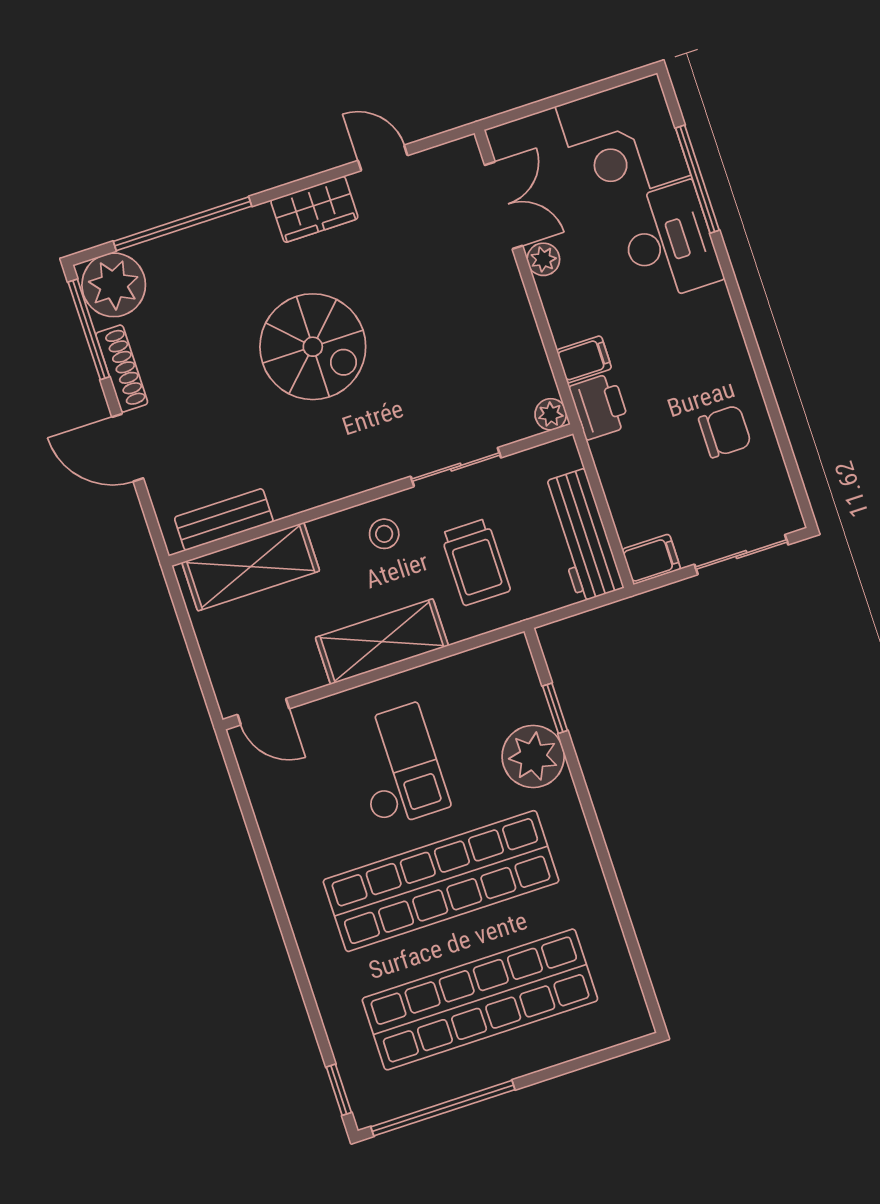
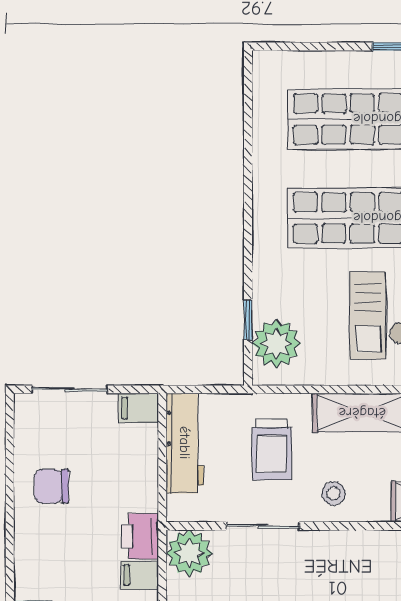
plant: (551, 414) -> (189, 553), width x1.88, depth x1.88
trolley: (475, 562) -> (272, 450), turned 180
plant: (533, 756) -> (276, 344), moved

